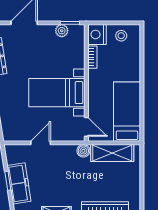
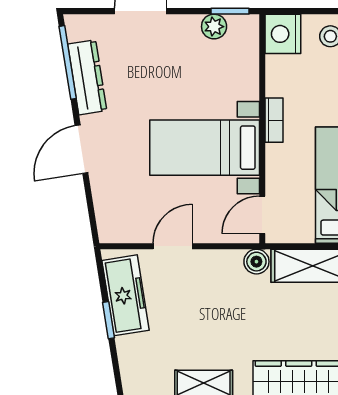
bookcase: (92, 57) -> (274, 120), moved
door: (86, 127) -> (262, 215), swing flipped
freezer: (19, 183) -> (126, 295), moved

